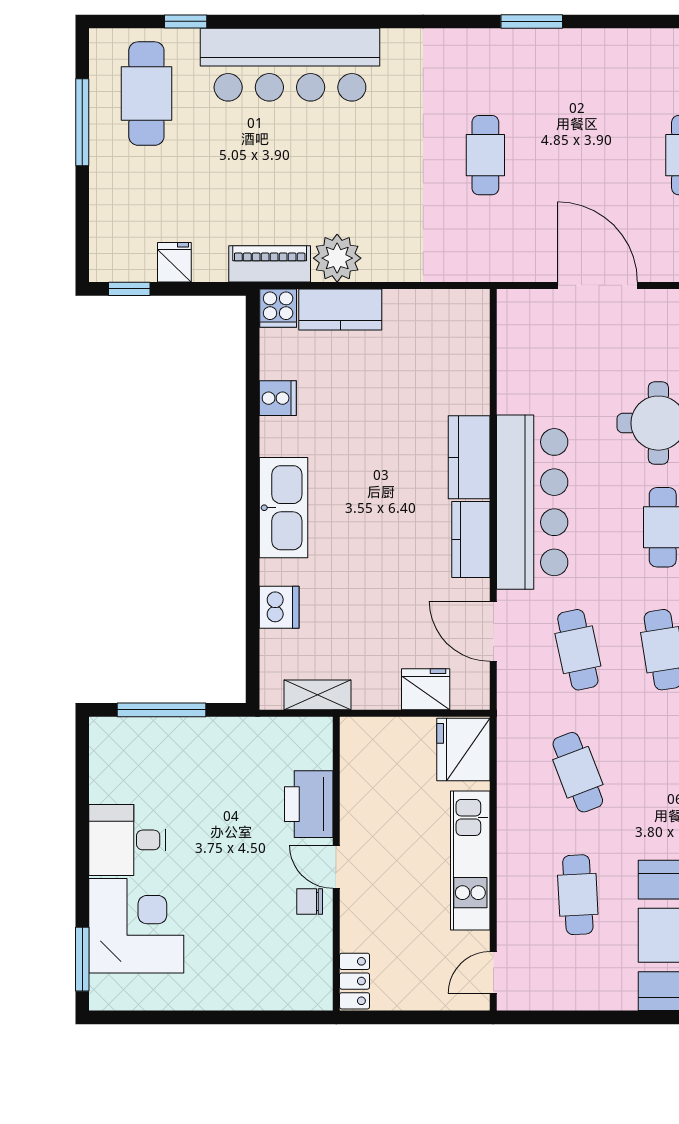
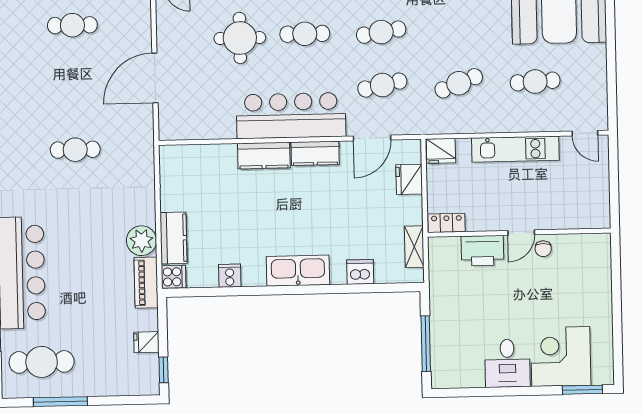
fridge: (463, 750) -> (441, 151), width x0.73, depth x0.75
locker: (355, 981) -> (446, 223), moved

